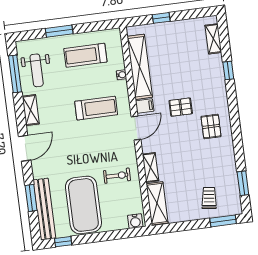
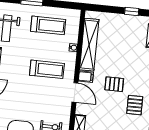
window: (161, 18) -> (132, 11), moved
treadmill: (85, 55) -> (48, 25), turned 180
door: (136, 128) -> (75, 92), hinge flipped

